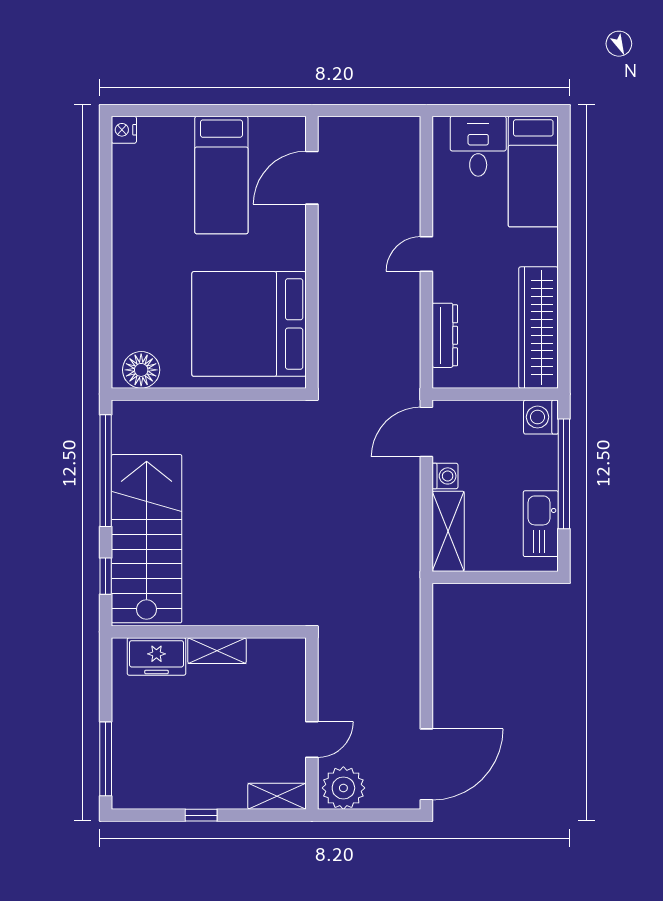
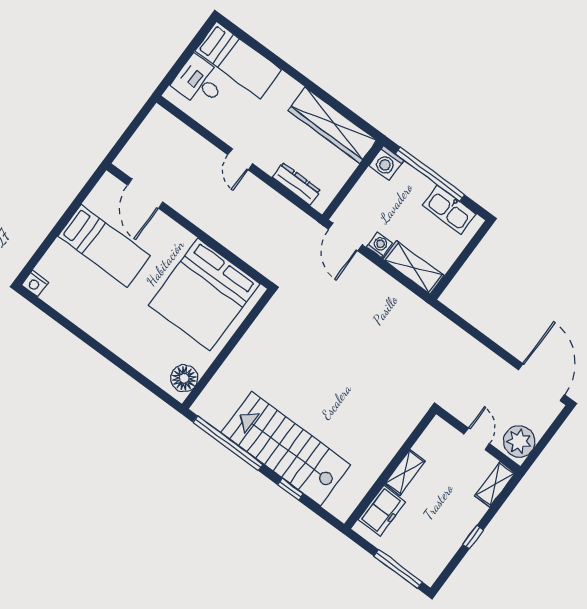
wall: (209, 632) -> (390, 469), moved
shelving: (217, 651) -> (405, 472), moved
freezer: (156, 656) -> (382, 511), moved

